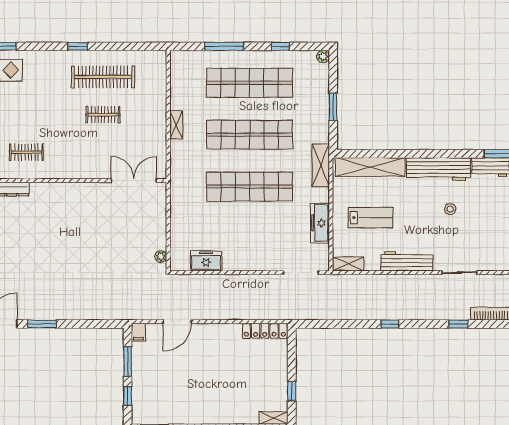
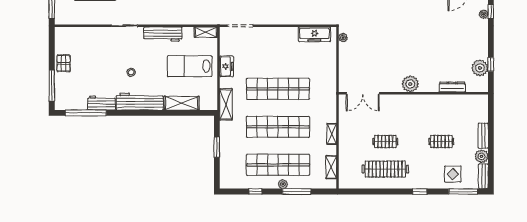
window: (78, 46) -> (420, 192), moved
plant: (323, 56) -> (283, 184), moved
shelving: (177, 80) -> (331, 167), added
clothes rail: (26, 152) -> (441, 142), moved
shelving: (370, 167) -> (182, 103), width x0.68
plant: (69, 193) -> (410, 84), added
lab bench: (370, 218) -> (189, 66), width x1.36, depth x1.39
freezer: (320, 223) -> (226, 66), width x0.71
freezer: (206, 261) -> (314, 34), width x1.40

